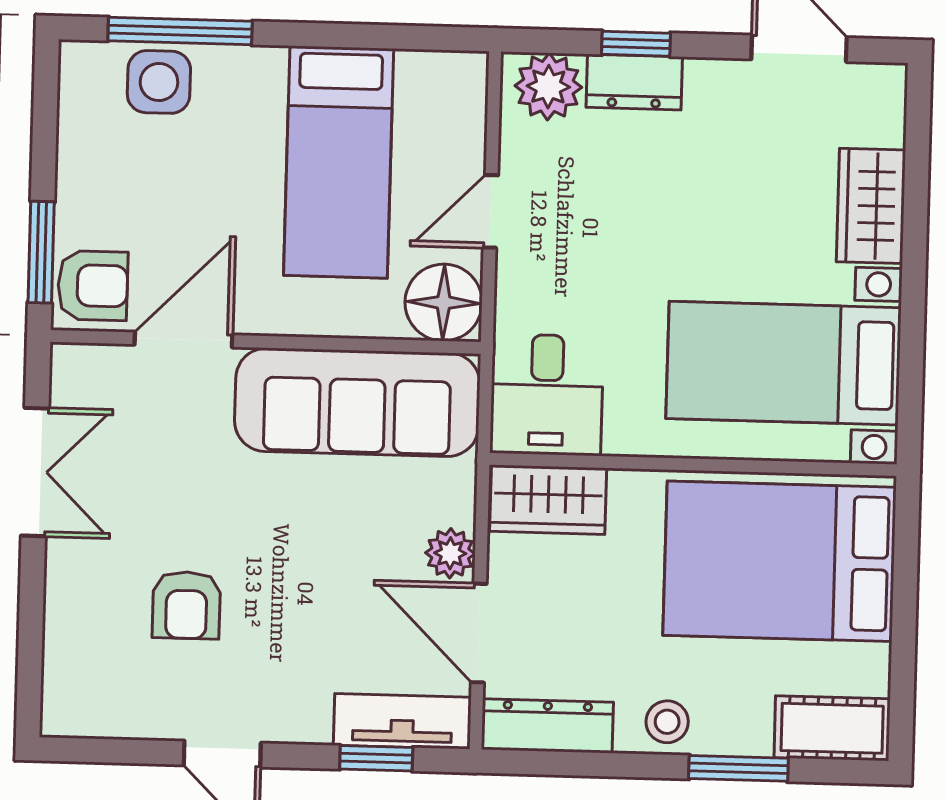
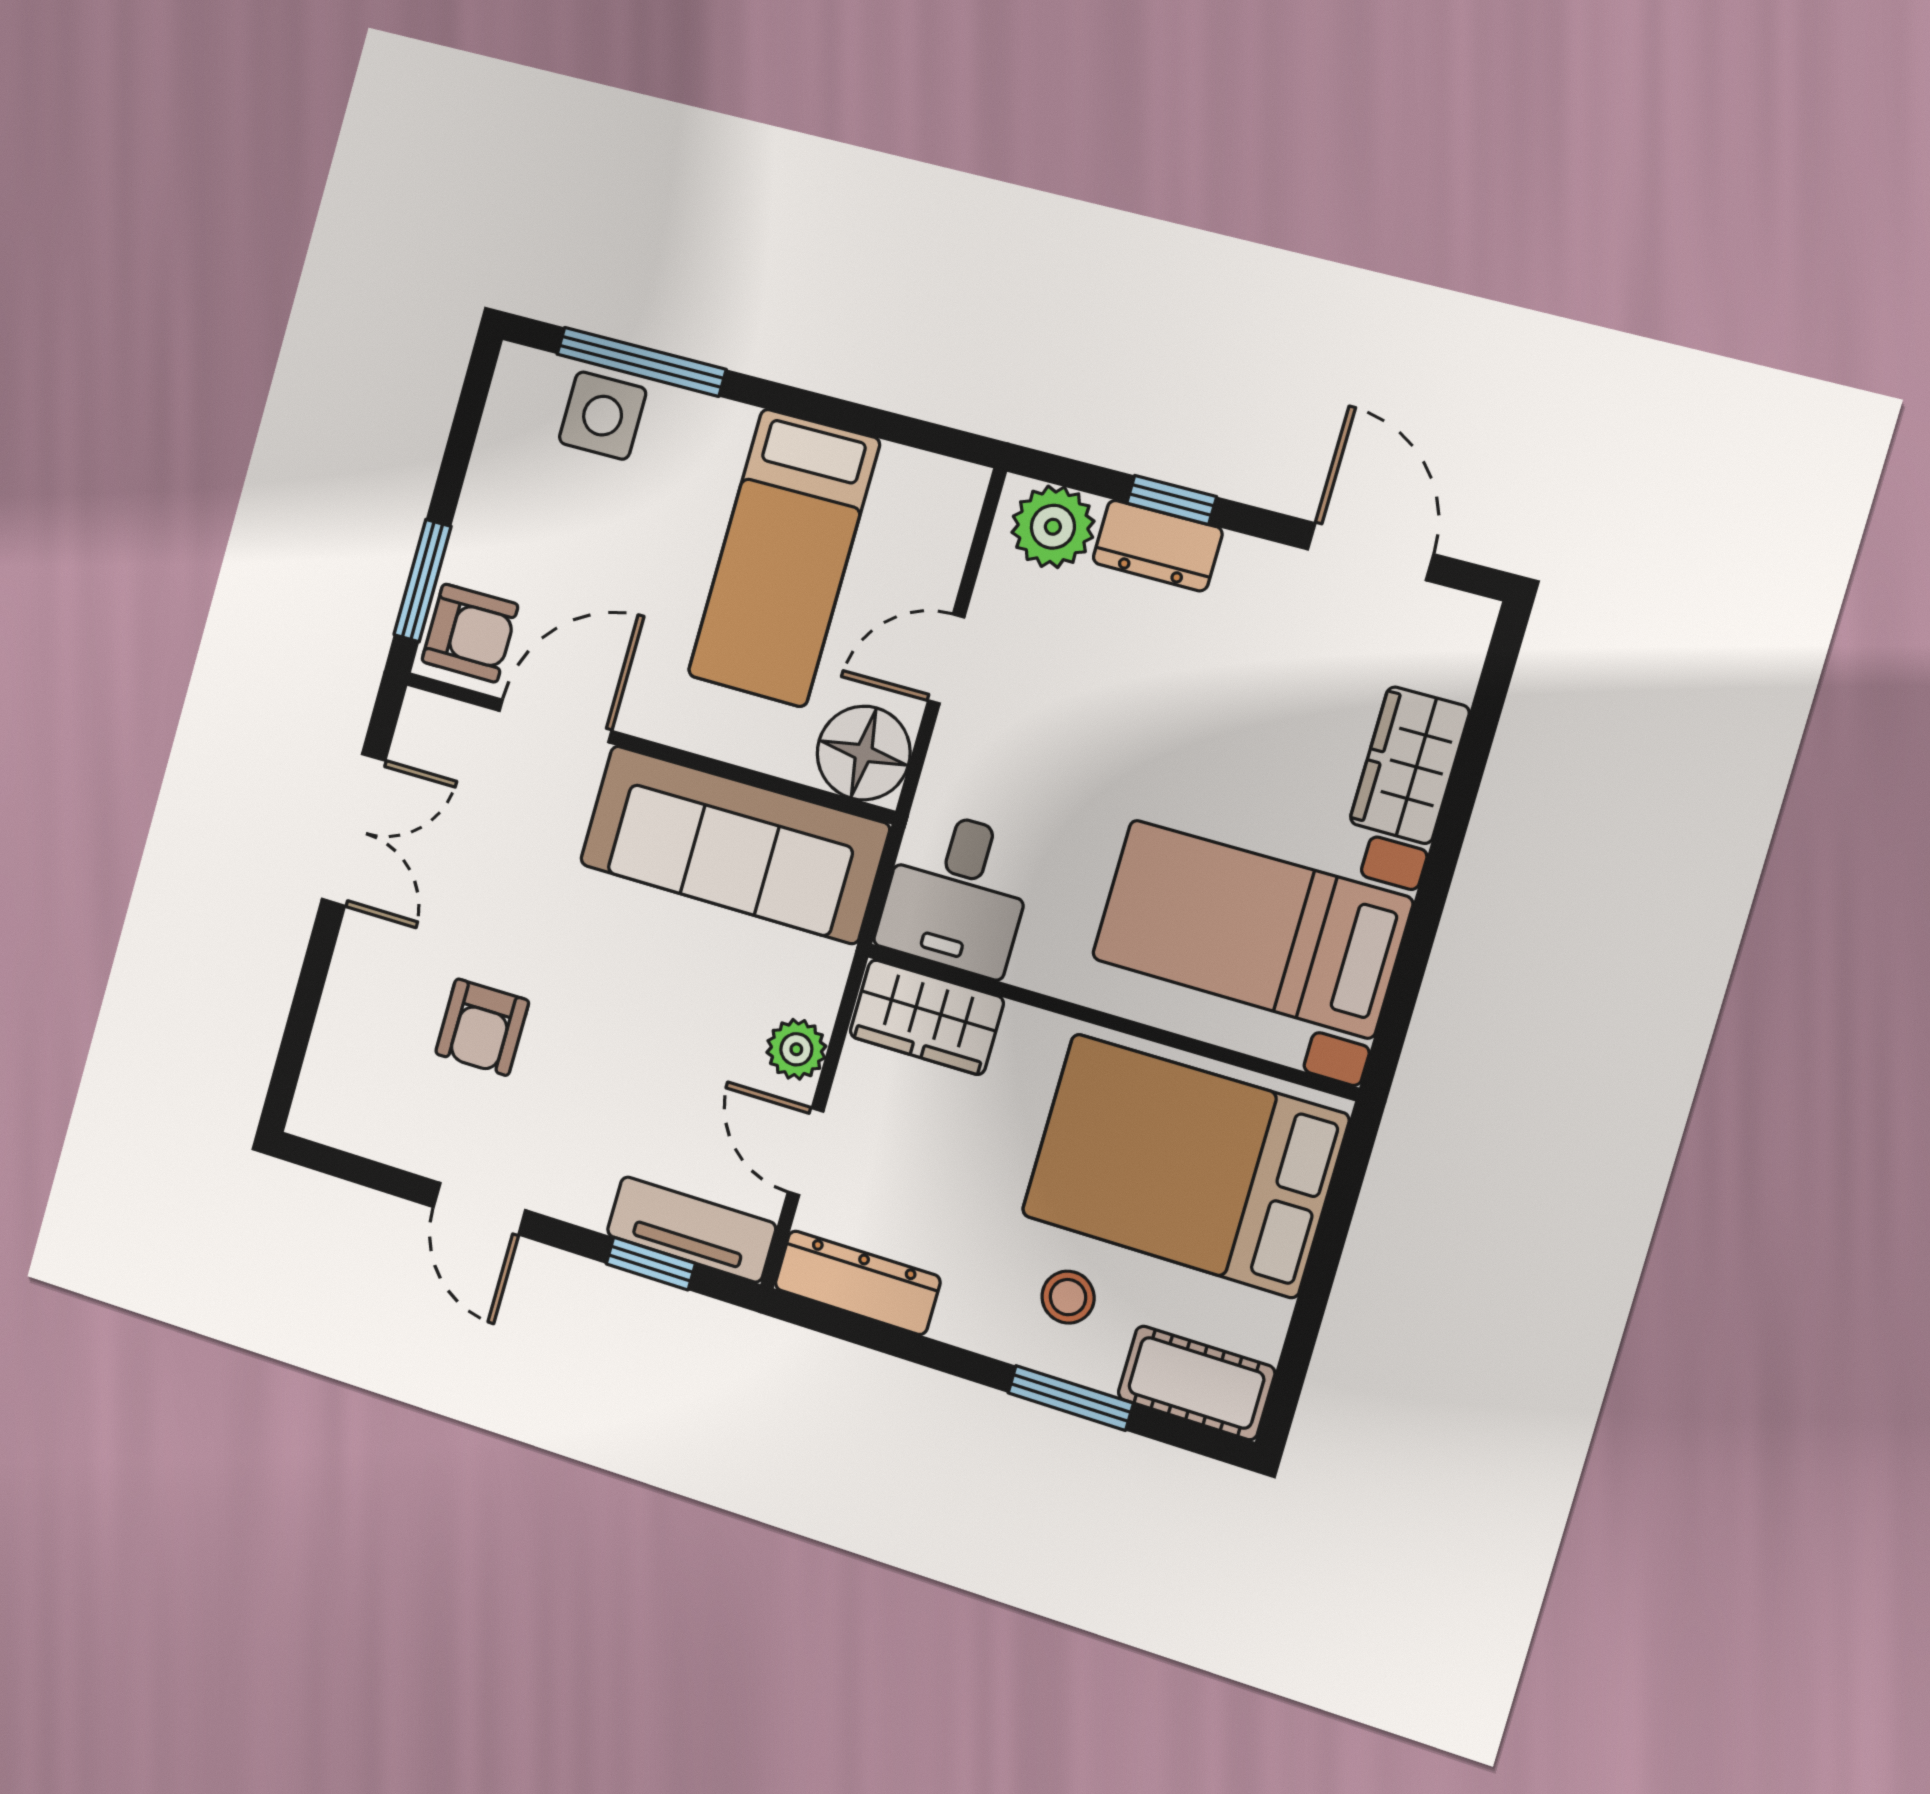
door: (479, 633) -> (806, 1152), width x0.73
stool: (667, 722) -> (1068, 1297), moved

